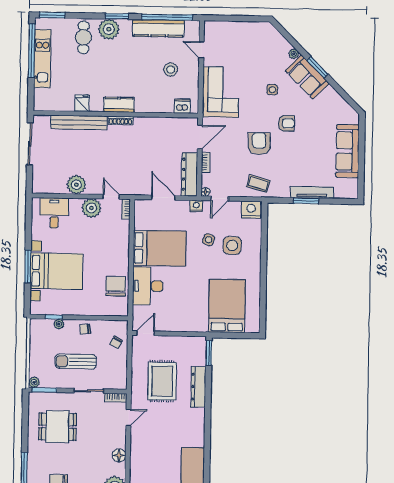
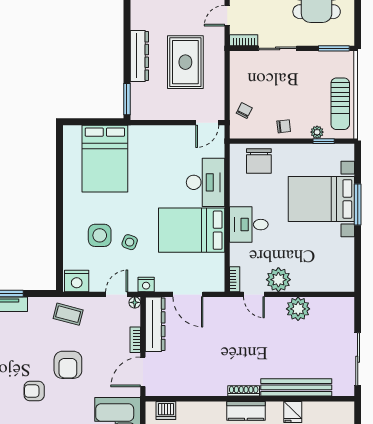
desk: (54, 213) -> (249, 225), moved, turned 90
chair: (116, 286) -> (259, 161), moved
sun lounger: (76, 362) -> (340, 104), moved, turned 90
plant: (34, 382) -> (347, 58), removed

